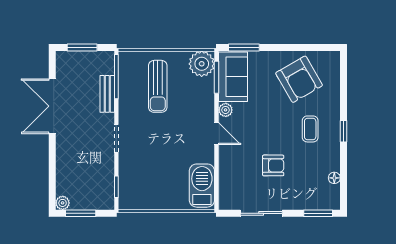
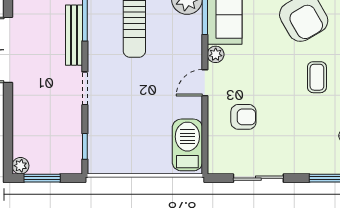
bench: (107, 94) -> (74, 35), width x1.36
door: (217, 134) -> (205, 83), swing flipped
armchair: (273, 165) -> (243, 117), moved

